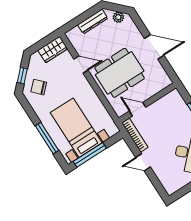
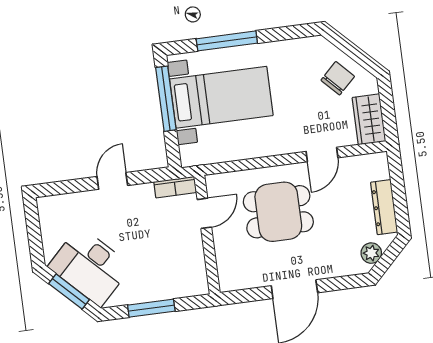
dining table: (120, 73) -> (278, 212), width x0.73
window: (22, 76) -> (349, 49), removed
chair: (39, 87) -> (338, 78), moved
bookcase: (135, 135) -> (175, 187), width x0.64

